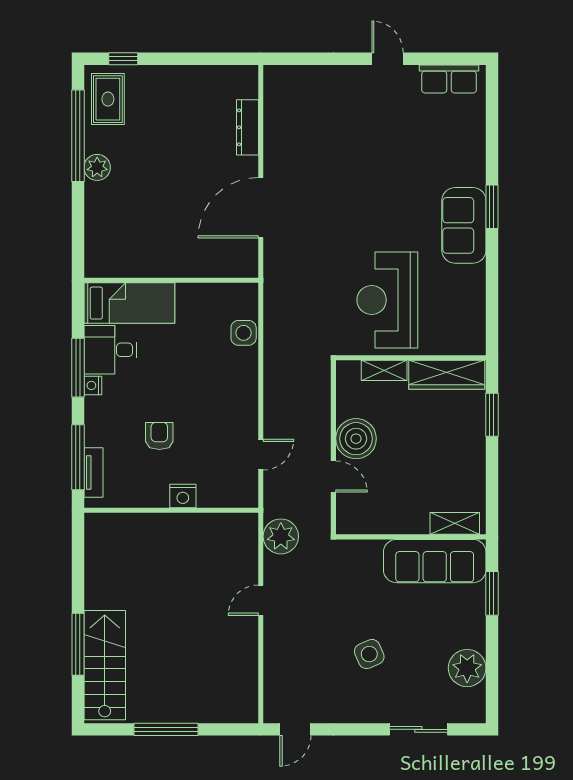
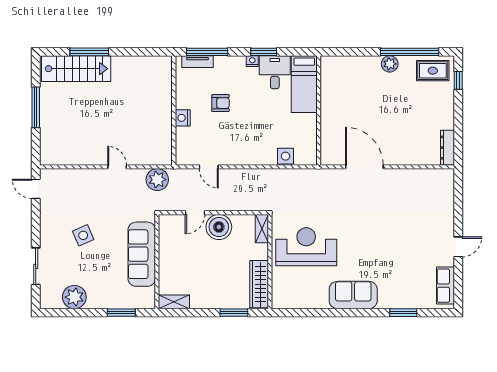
dresser: (247, 127) -> (448, 148), moved, turned -90
window: (492, 207) -> (403, 313), moved
window: (78, 368) -> (264, 52), width x0.69
shelving: (384, 370) -> (262, 229), moved
shelving: (455, 523) -> (174, 302), moved, turned 90
sofa: (435, 561) -> (142, 254), moved

